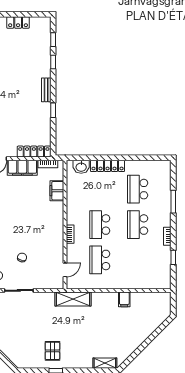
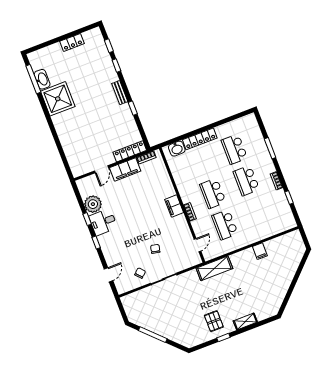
filing cabinet: (57, 191) -> (174, 206), moved
shelving: (105, 363) -> (245, 321), moved

